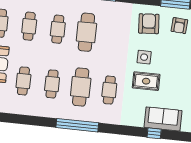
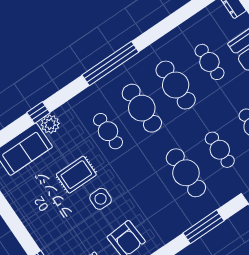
cafe table: (52, 84) -> (176, 85), width x1.37, depth x1.35
plant: (137, 120) -> (50, 124), added
window: (154, 133) -> (38, 113), moved

